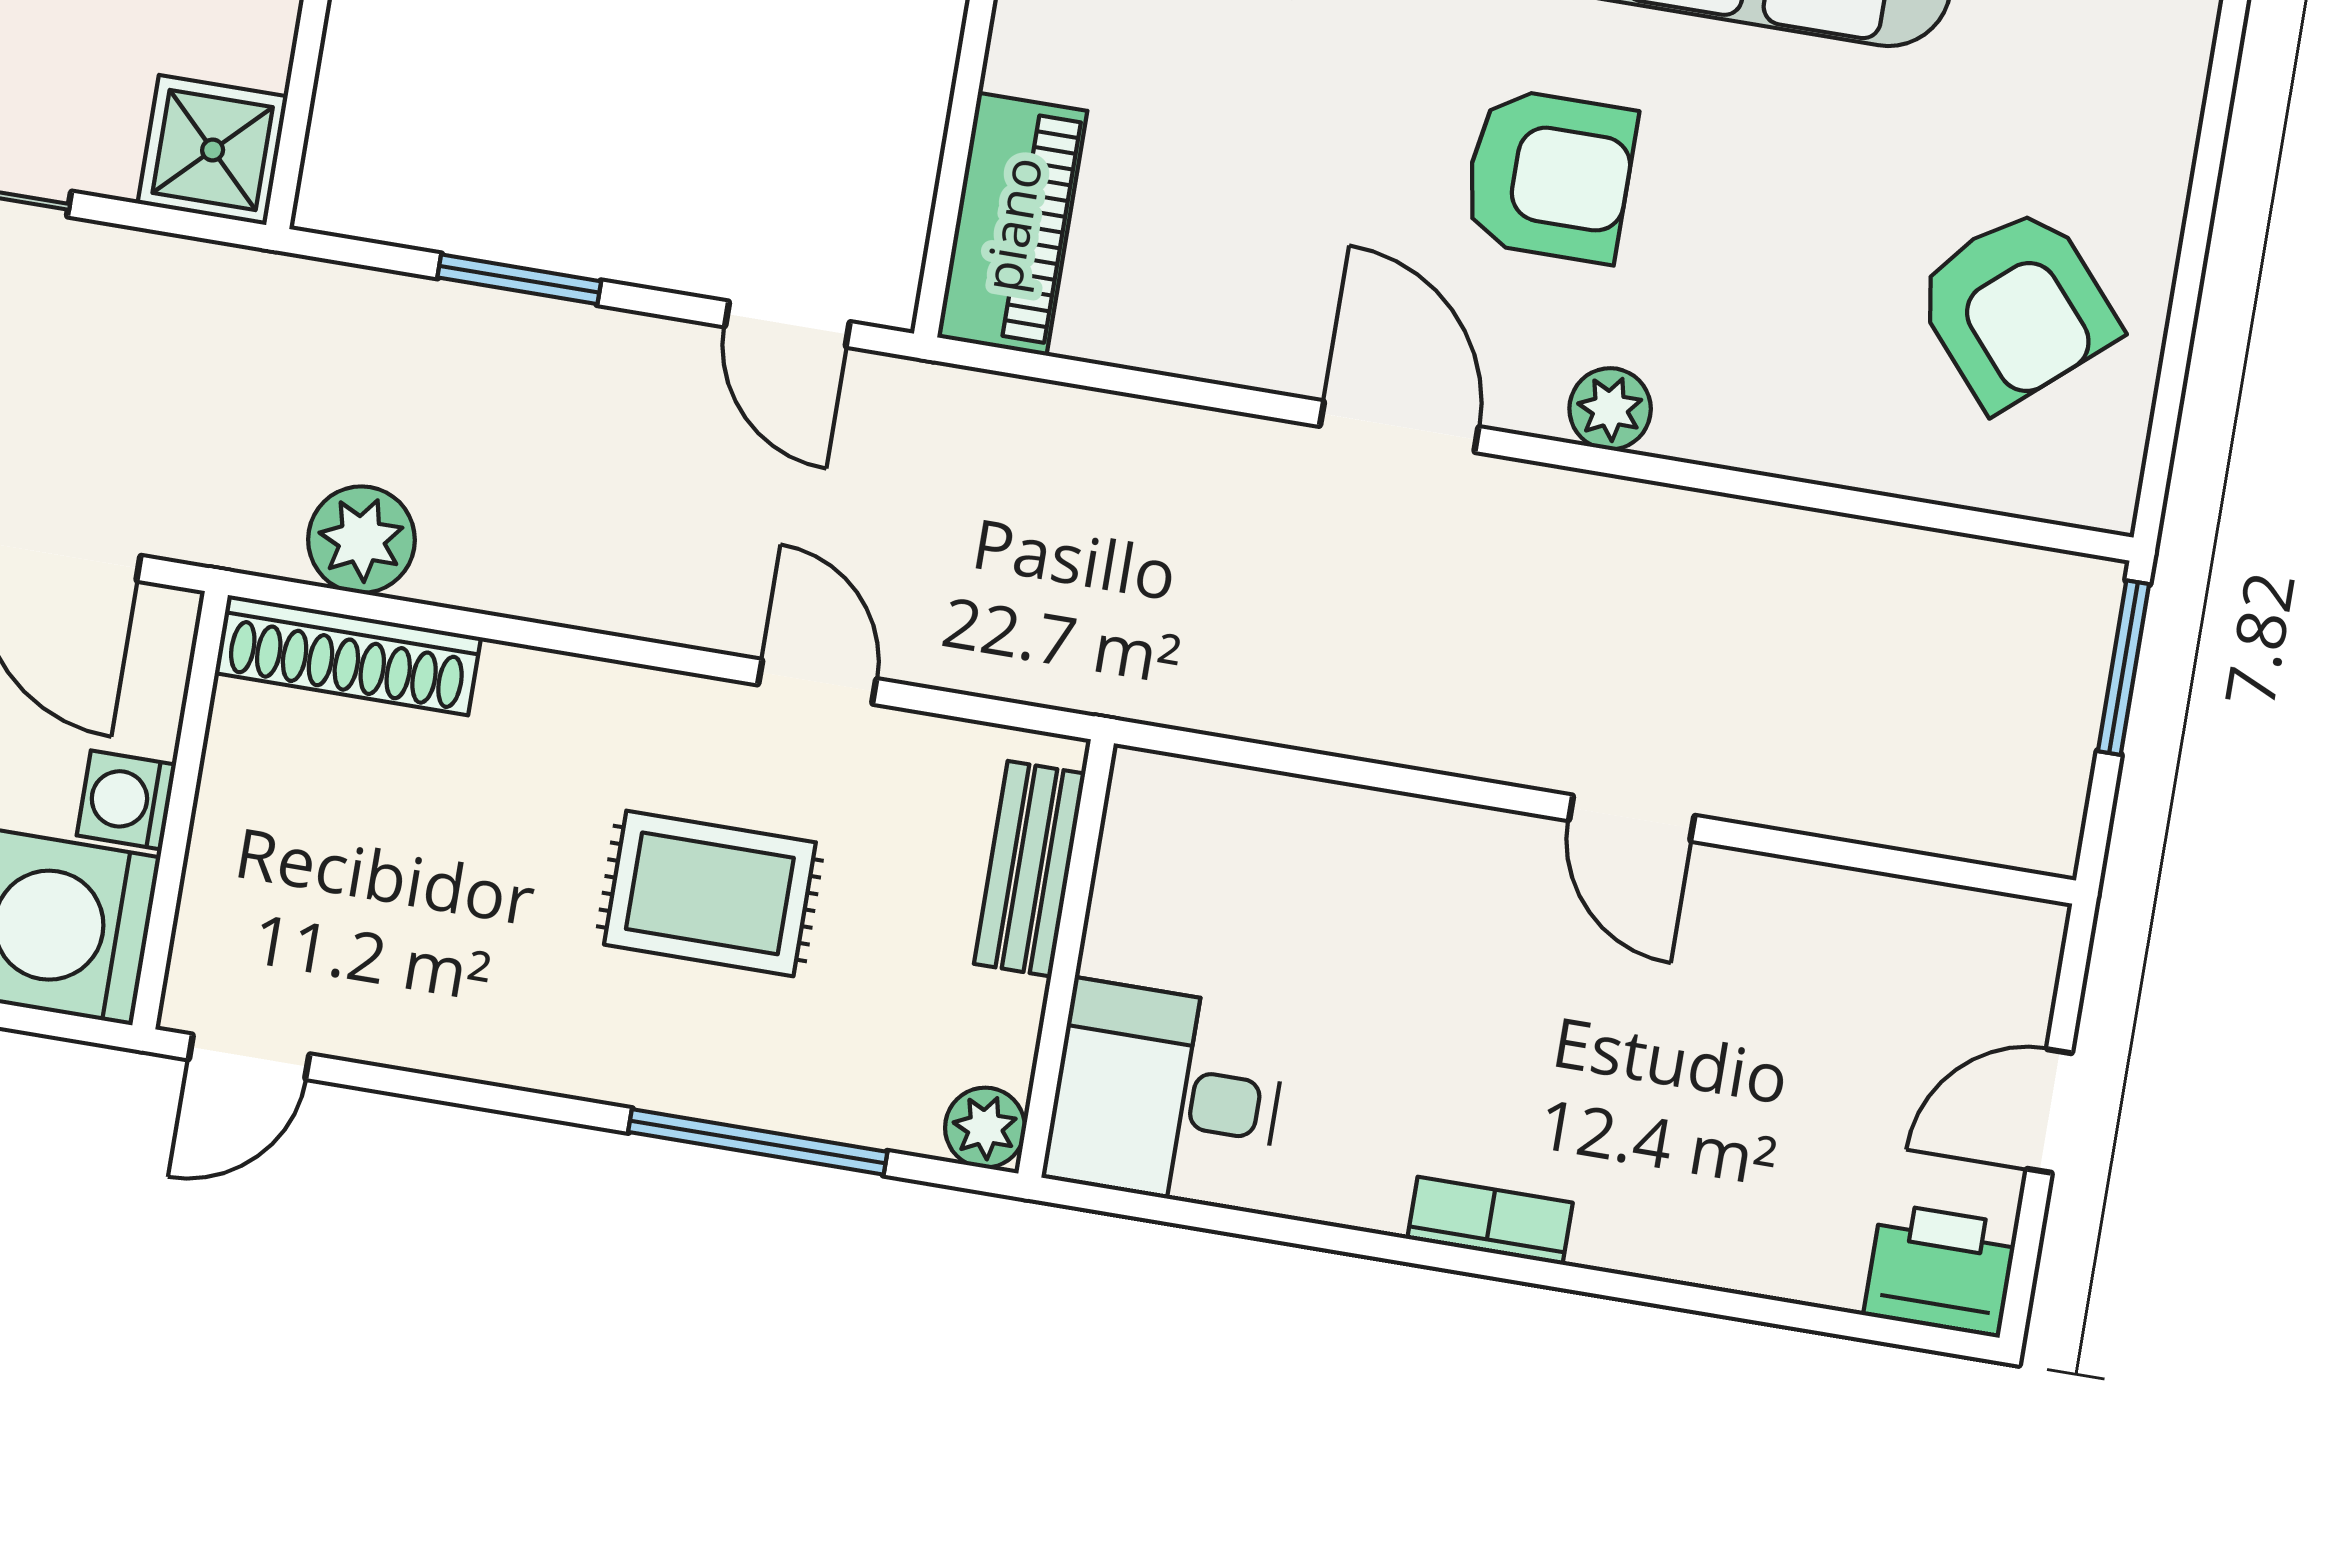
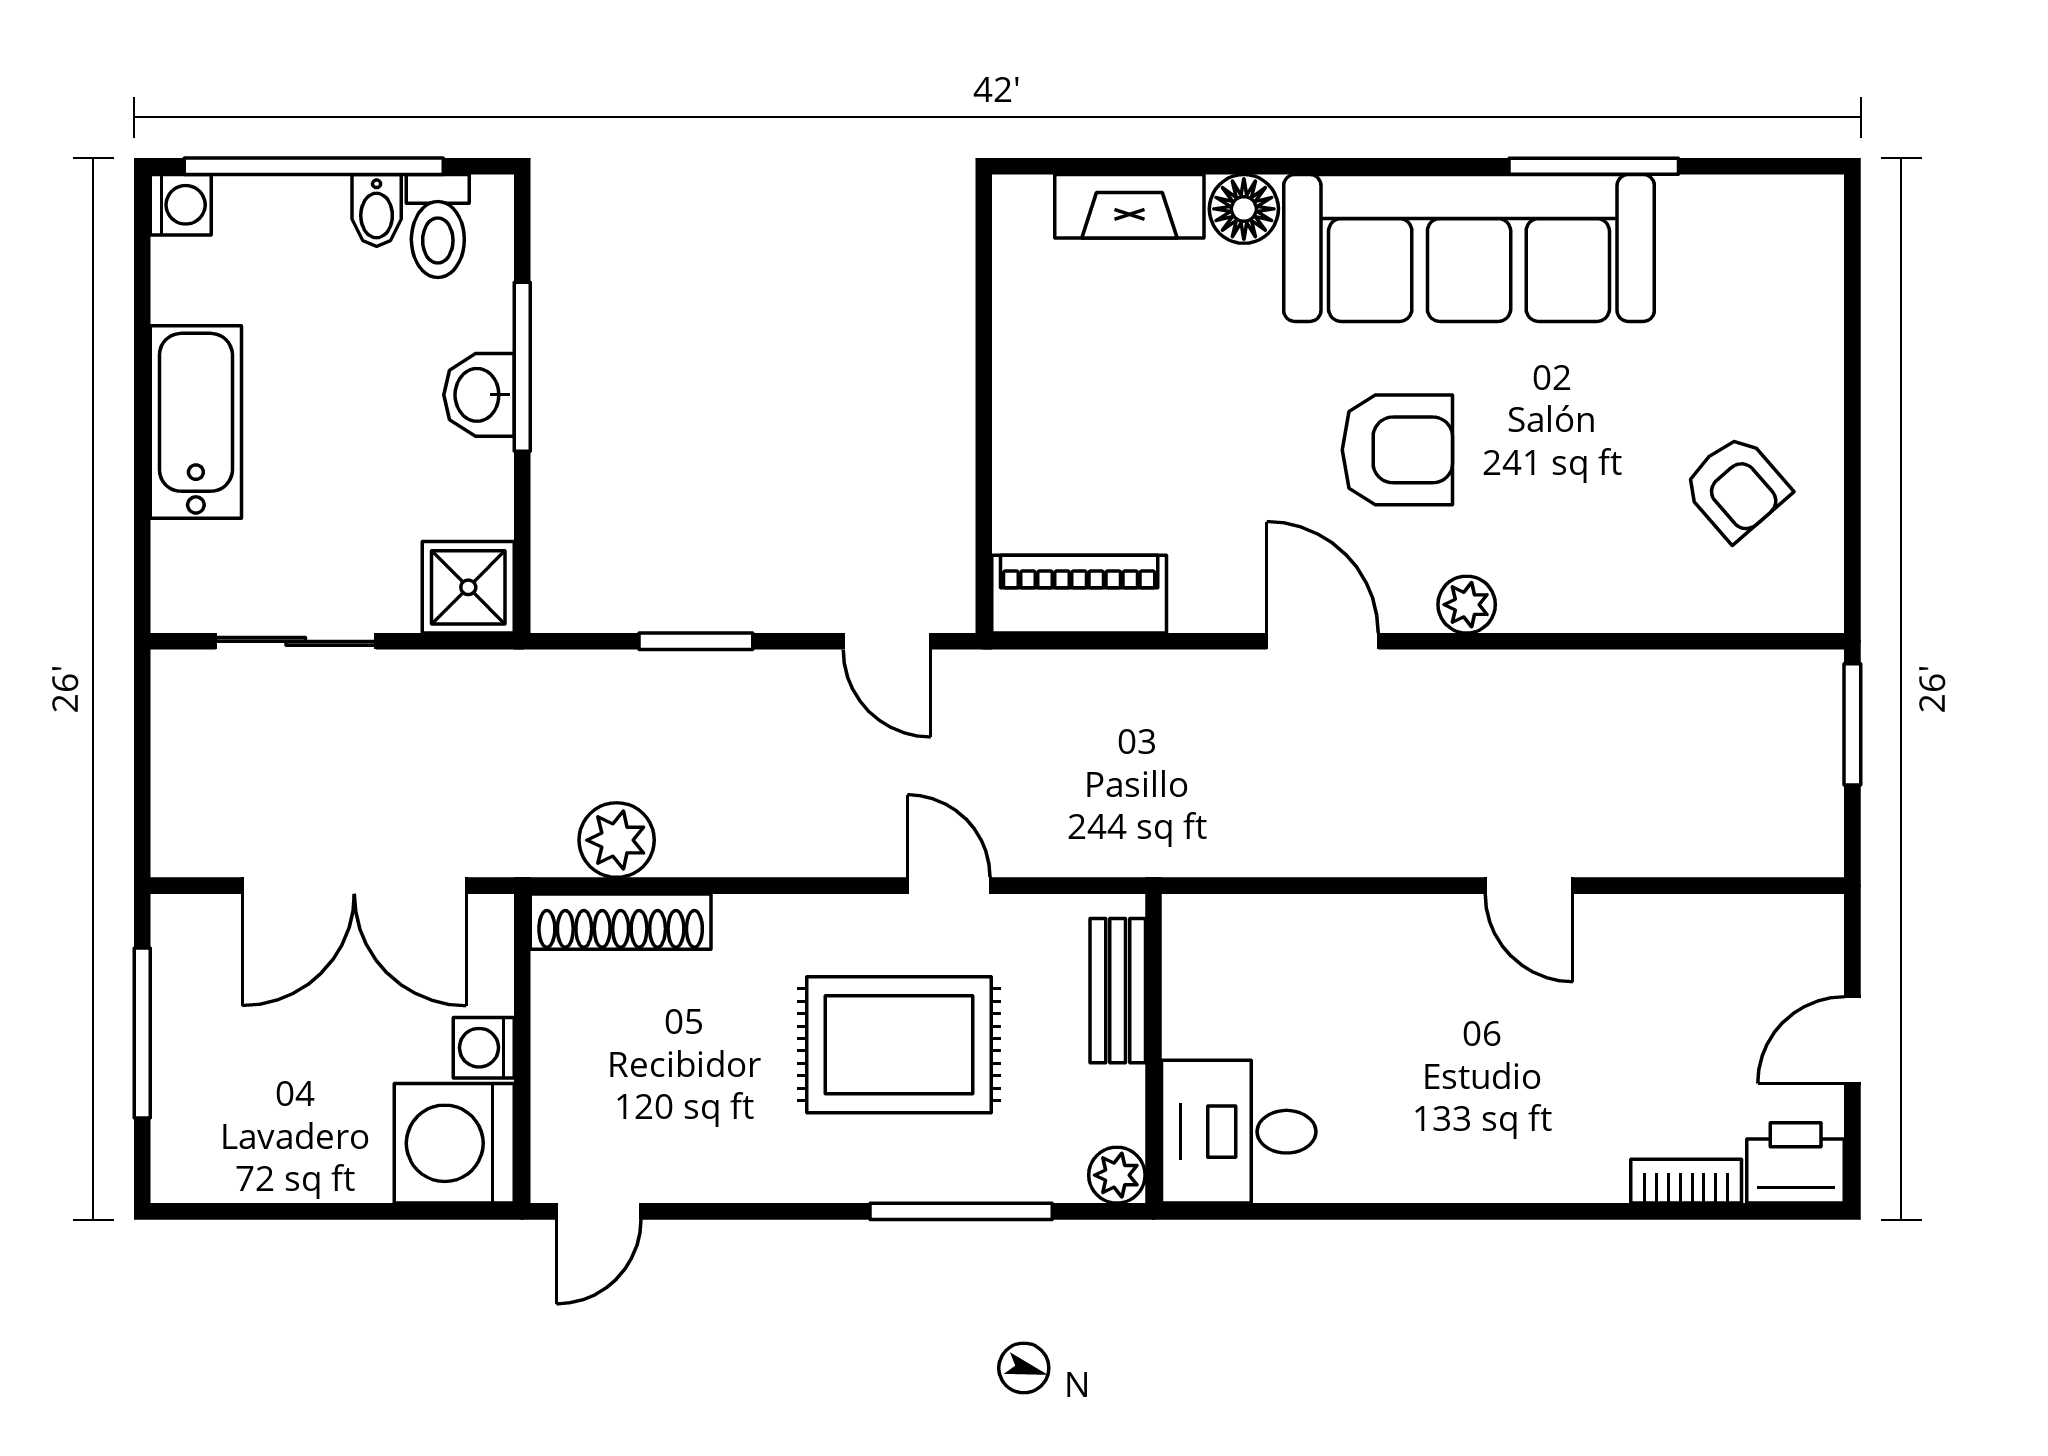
piano: (1012, 224) -> (1079, 594), moved, turned -90
armchair: (2016, 308) -> (1736, 487), width x0.72, depth x0.72
rug: (710, 893) -> (899, 1045), width x1.36, depth x1.43
bookcase: (1490, 1221) -> (1686, 1181), moved

